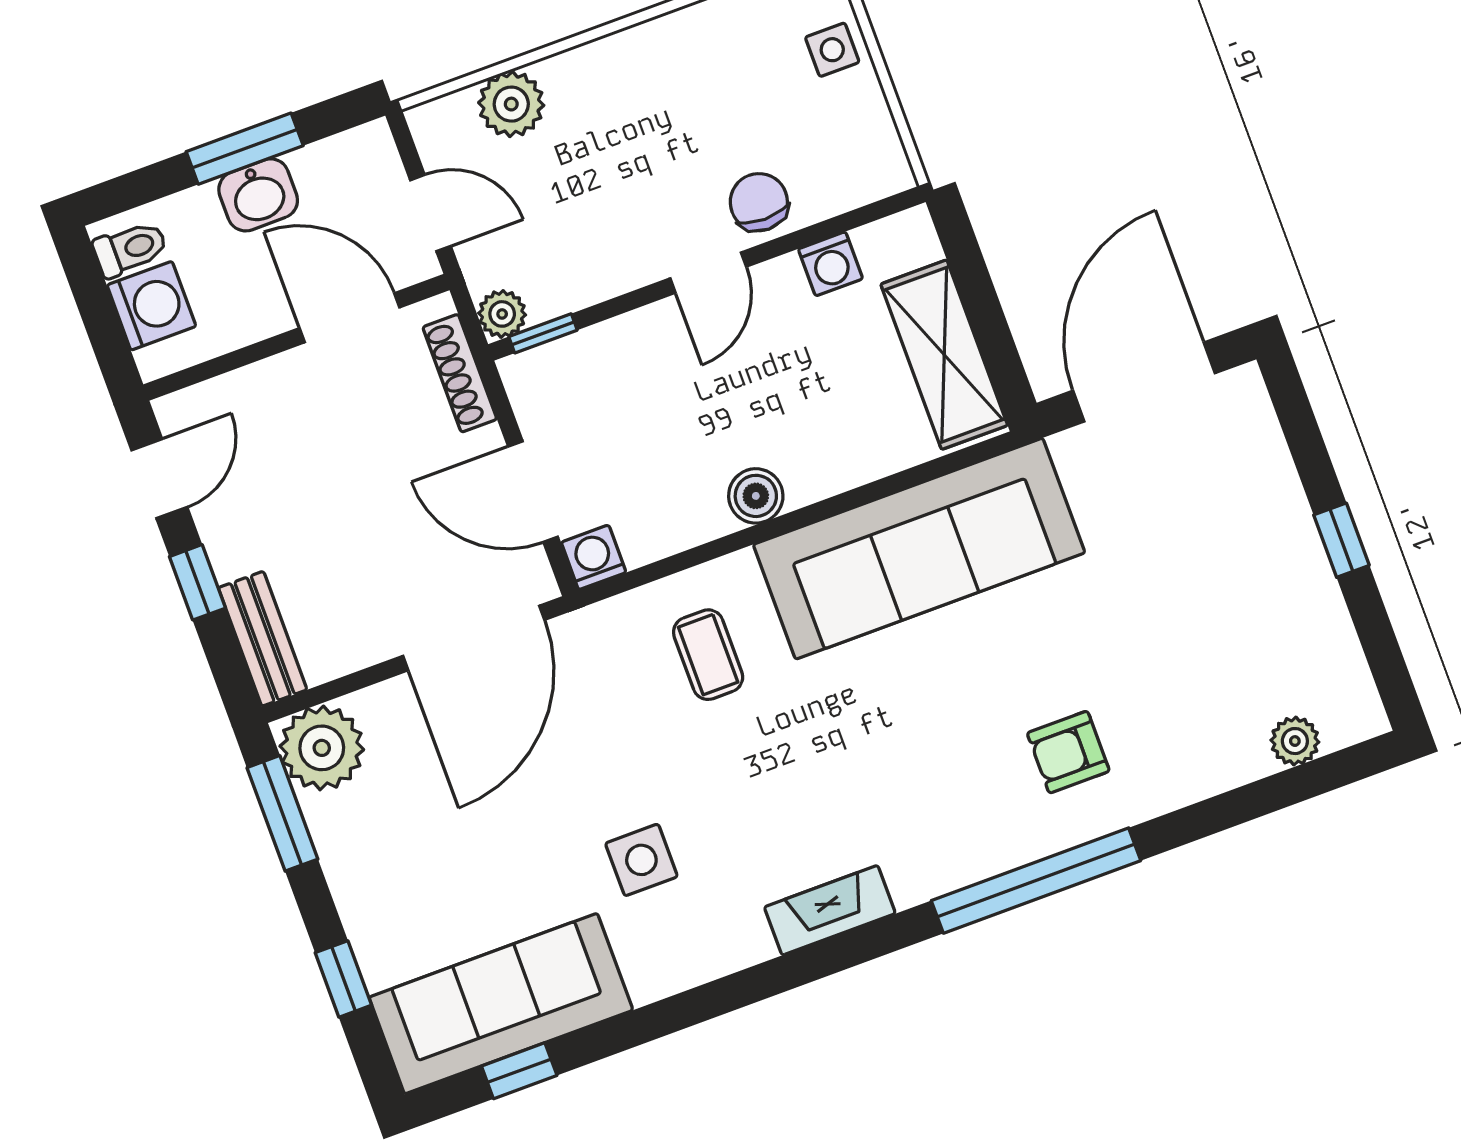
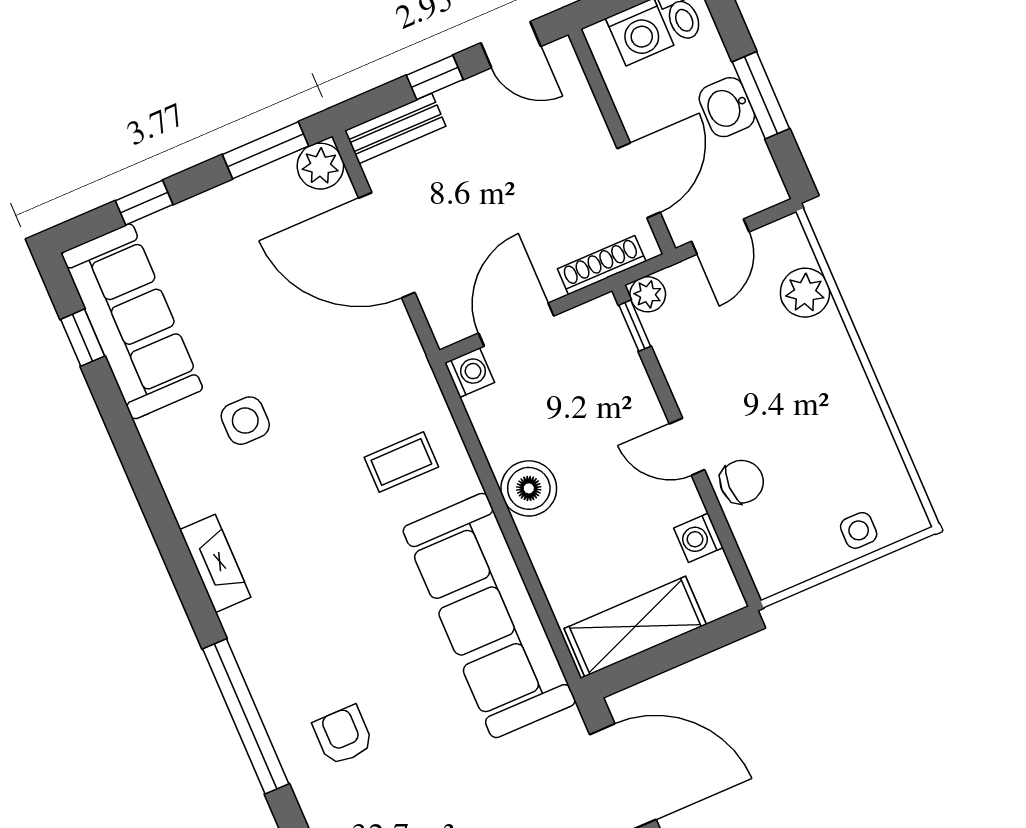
boiler: (756, 496) -> (529, 488), width x1.36, depth x1.36
door: (474, 638) -> (387, 245), moved
plant: (322, 748) -> (320, 166), width x0.73, depth x0.73

